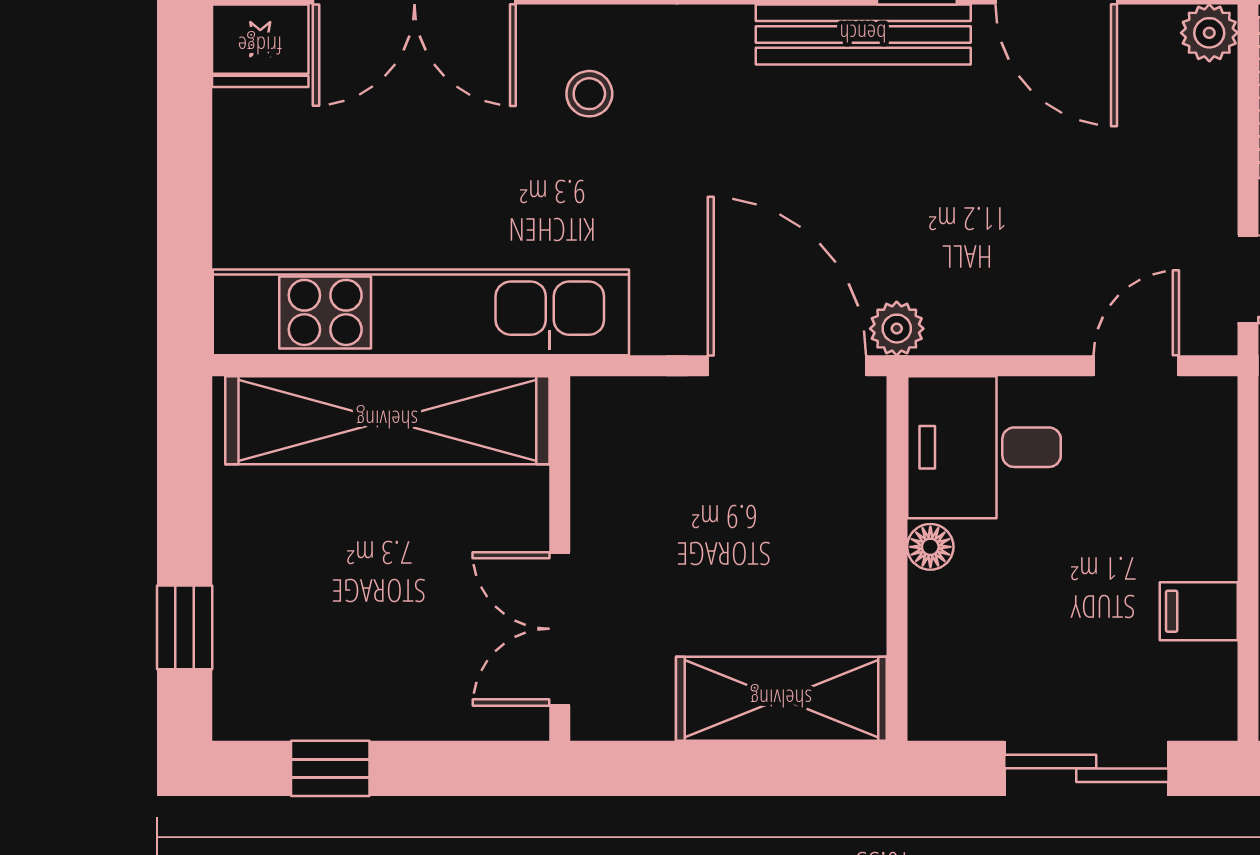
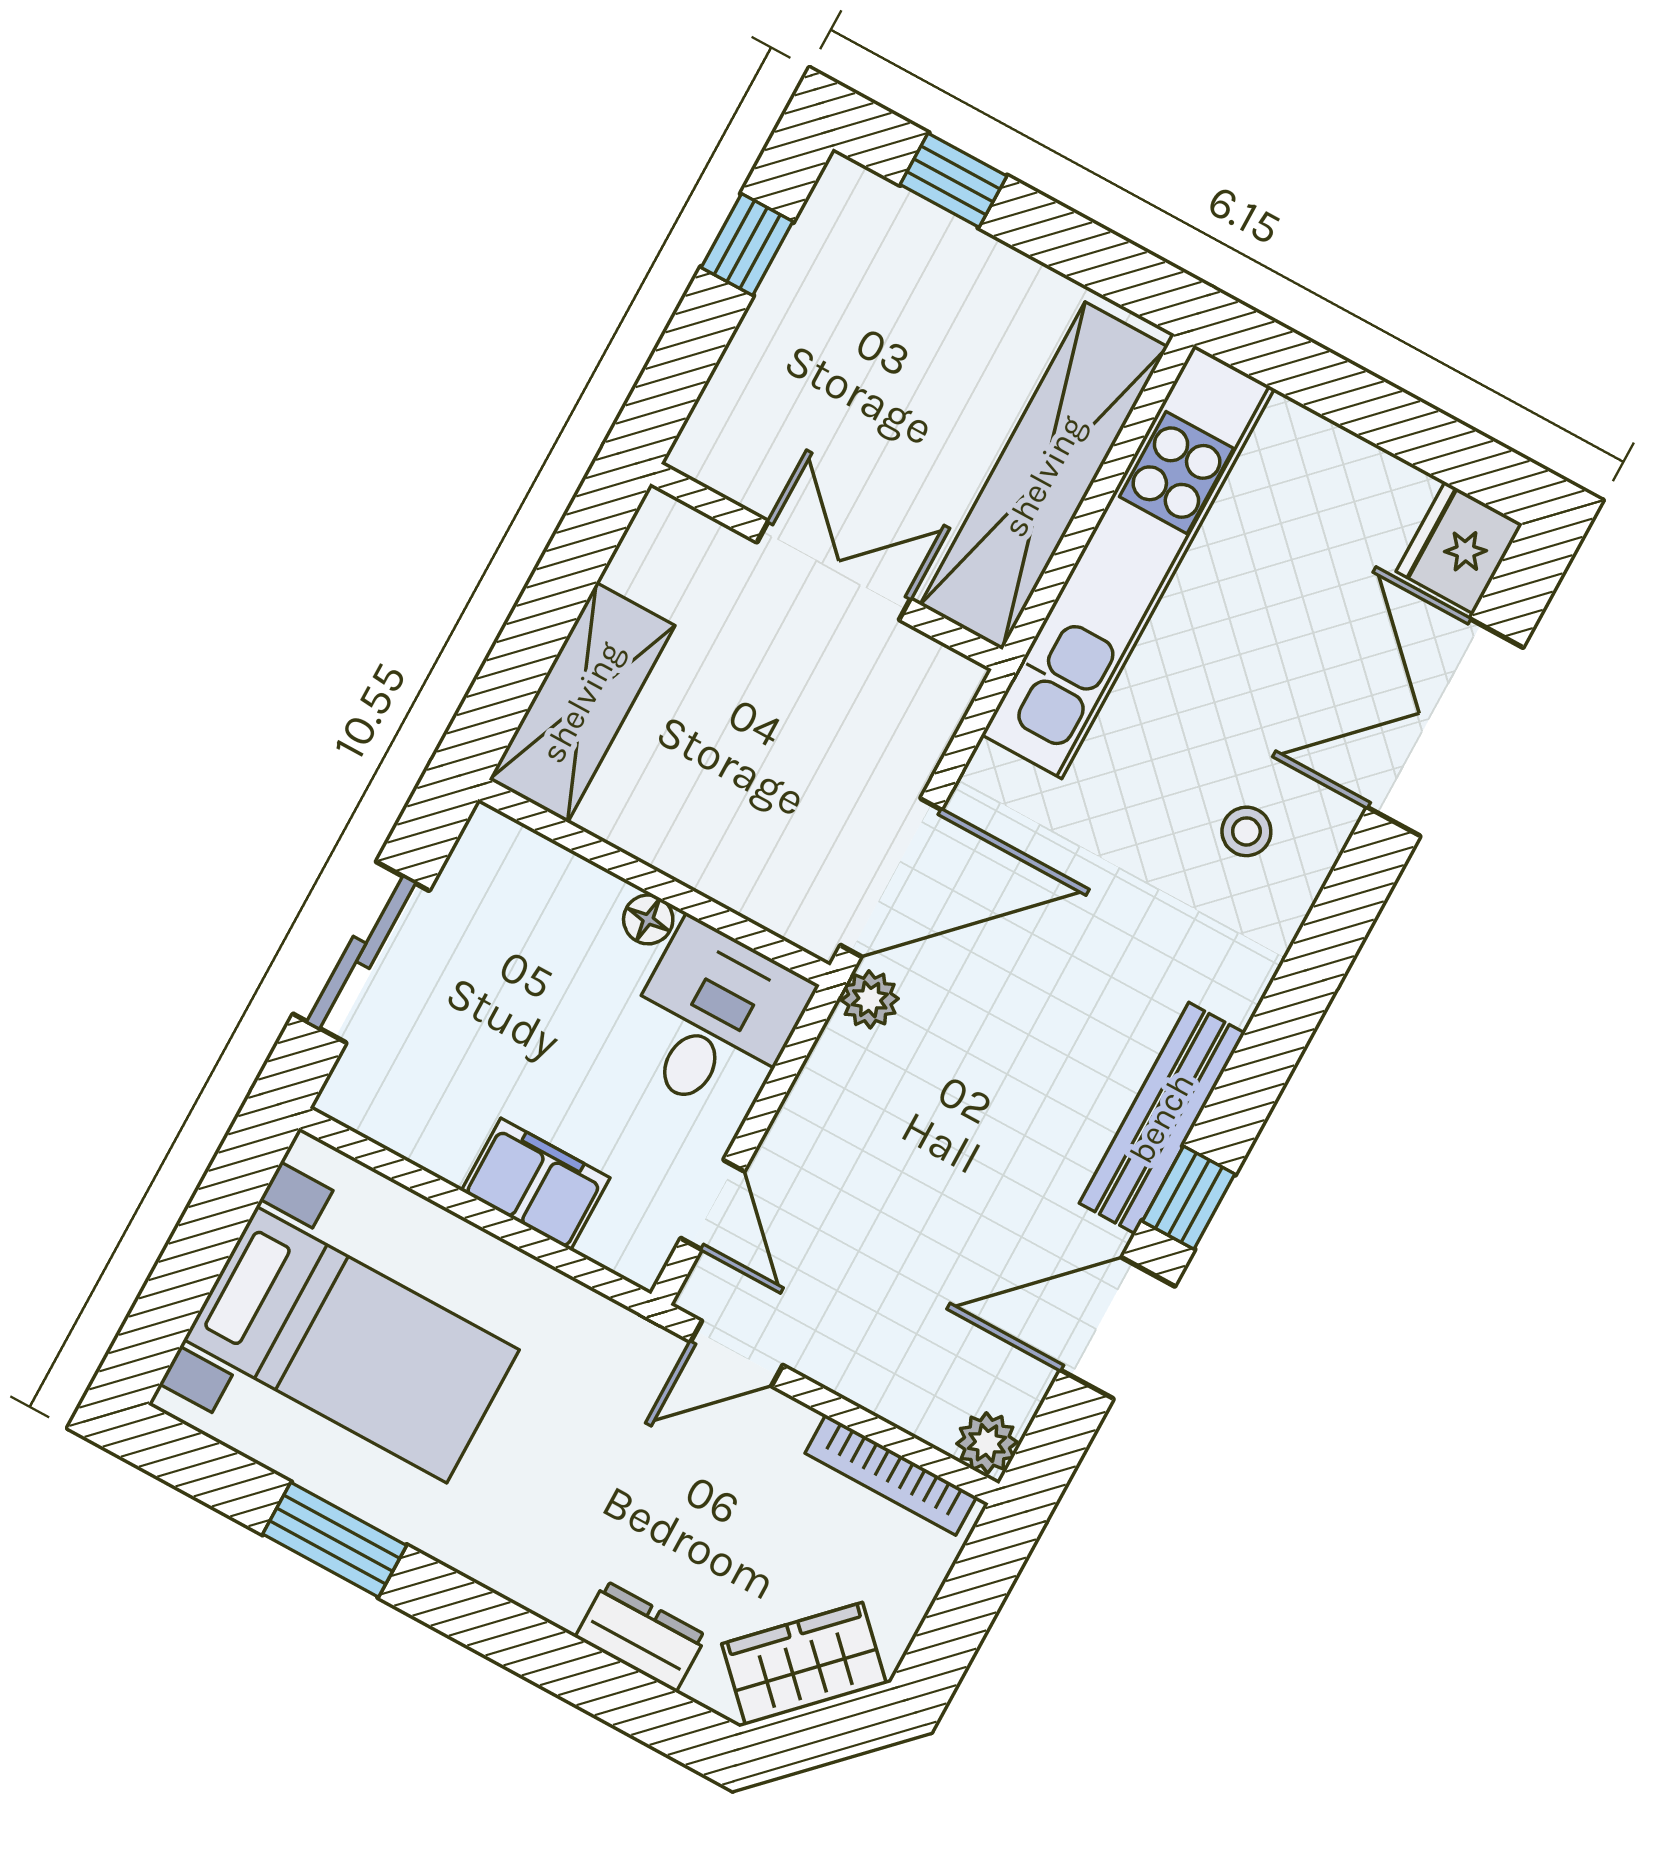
filing cabinet: (1199, 611) -> (536, 1184), moved, width x2.00
double door: (560, 629) -> (834, 571), moved

